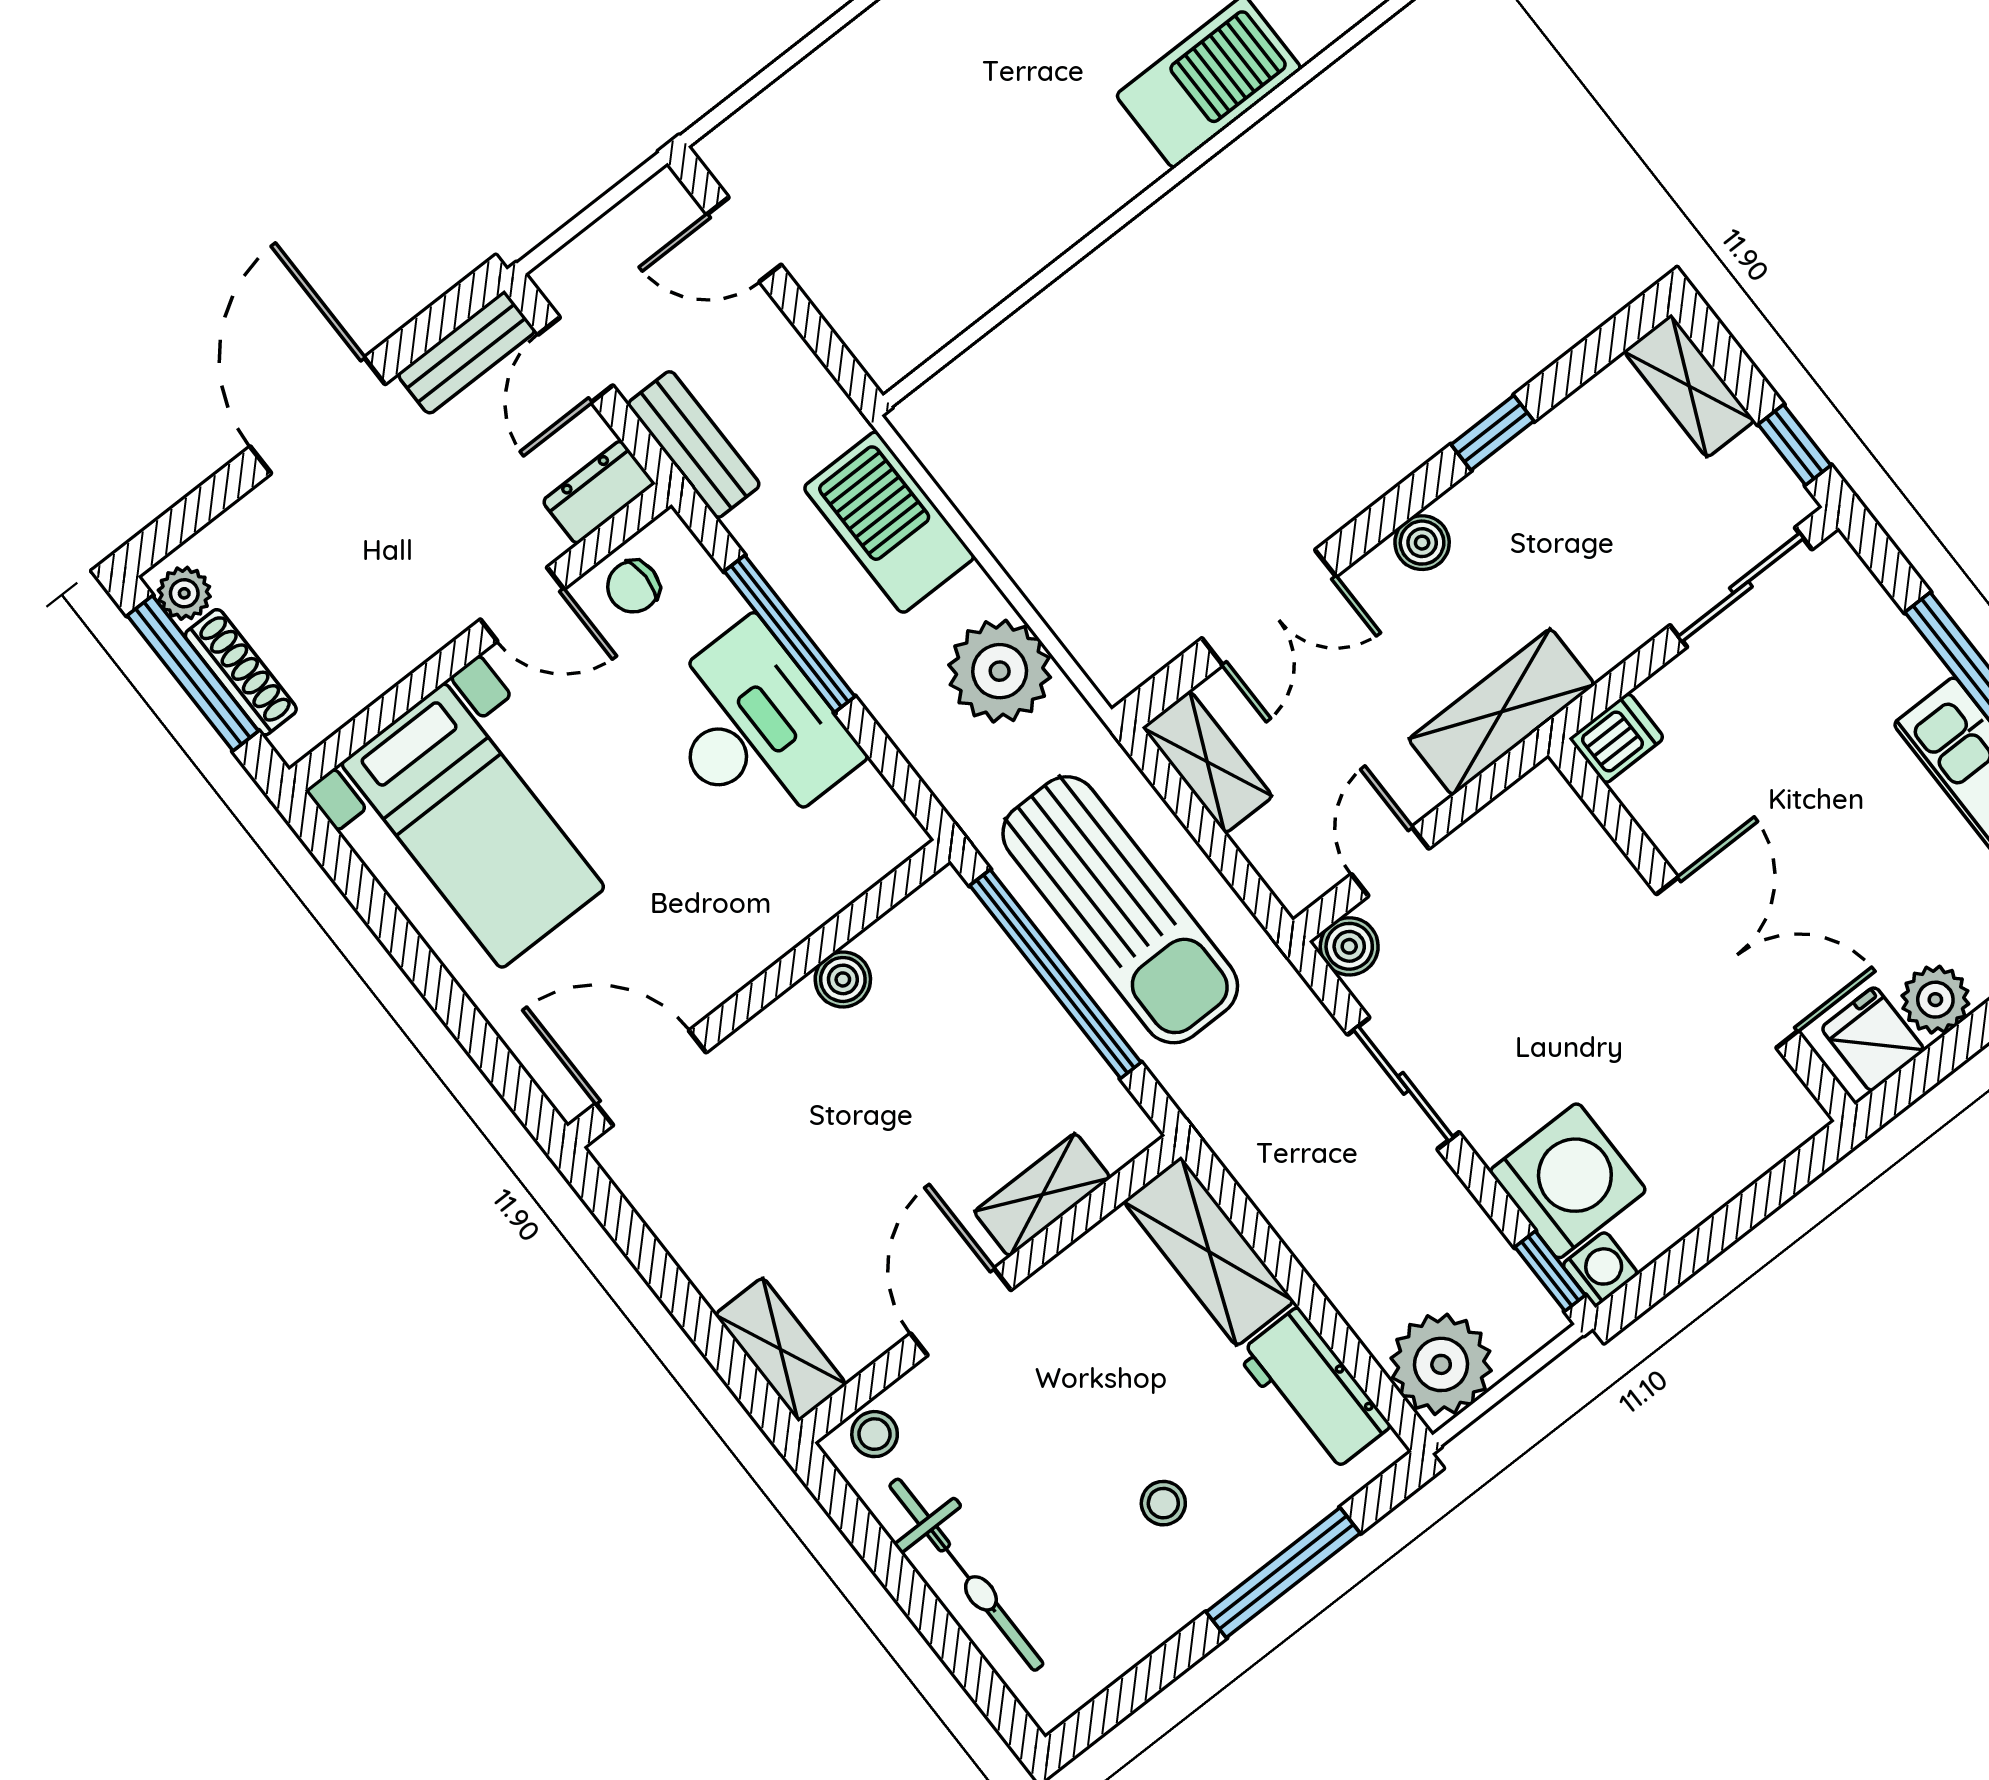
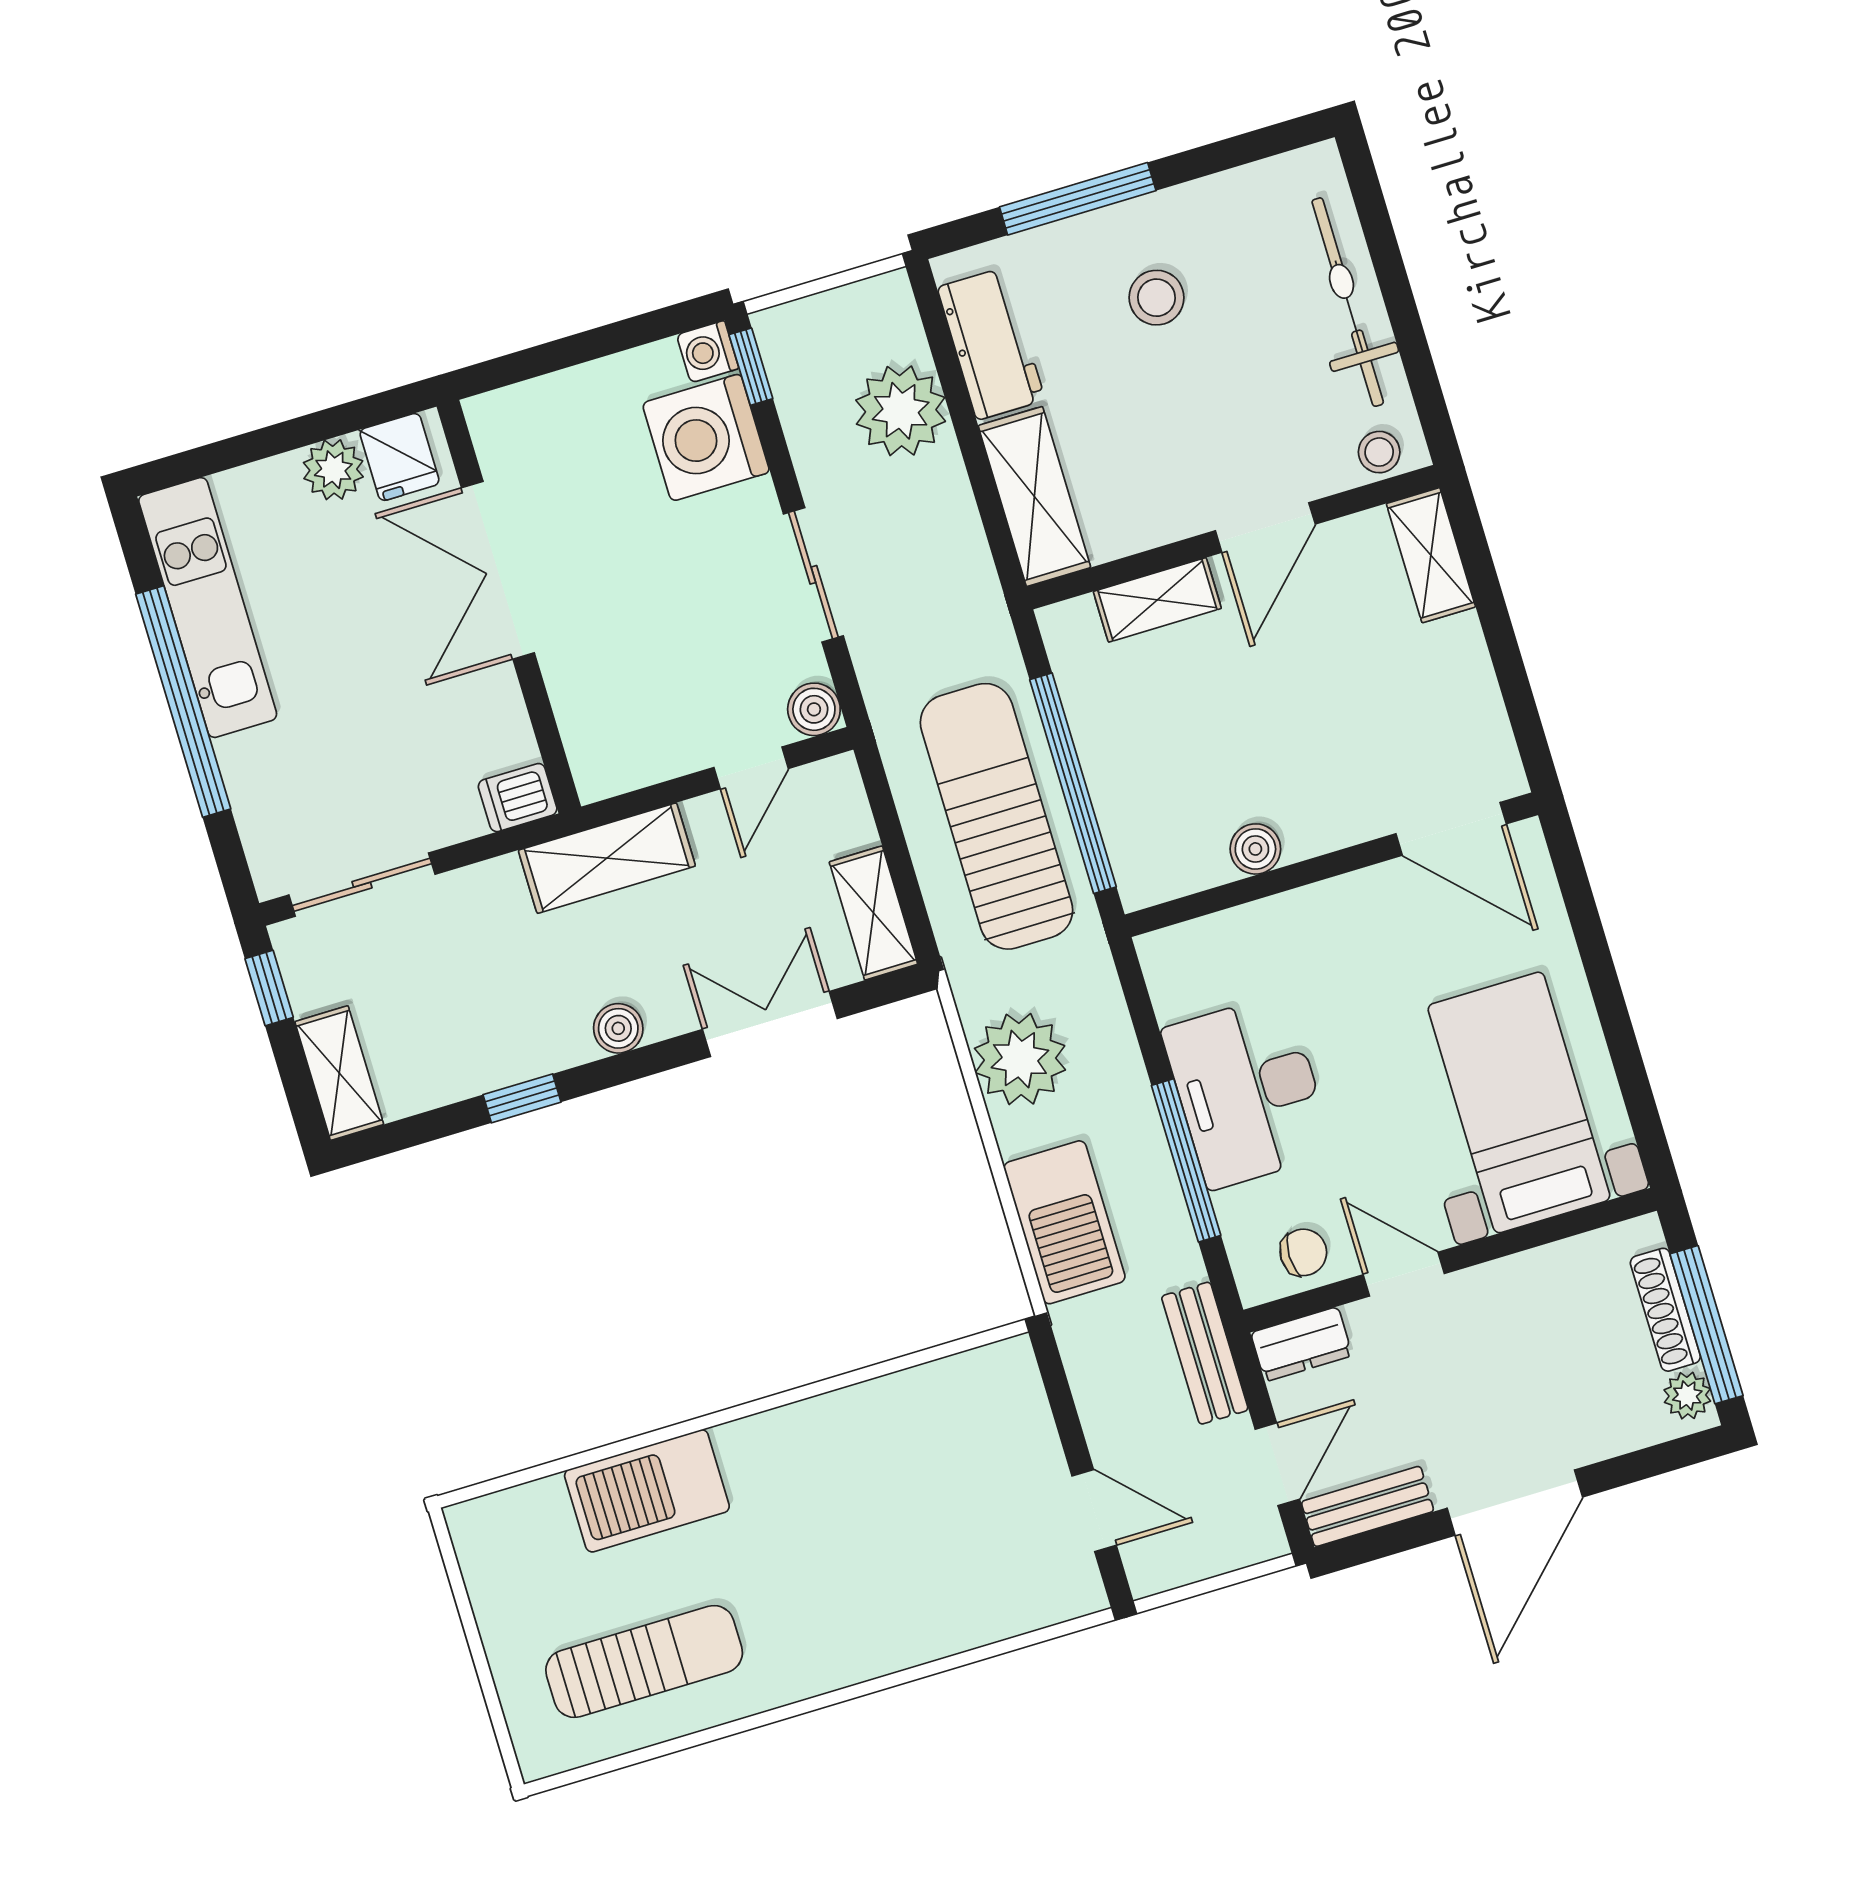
plant: (1441, 1364) -> (901, 411), moved
stool: (1163, 1503) -> (1157, 298), width x1.37, depth x1.37

